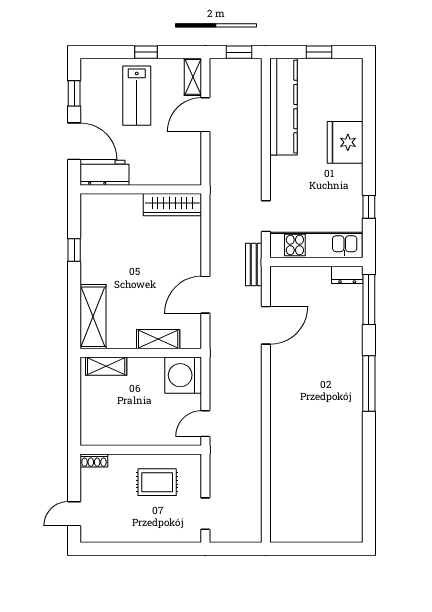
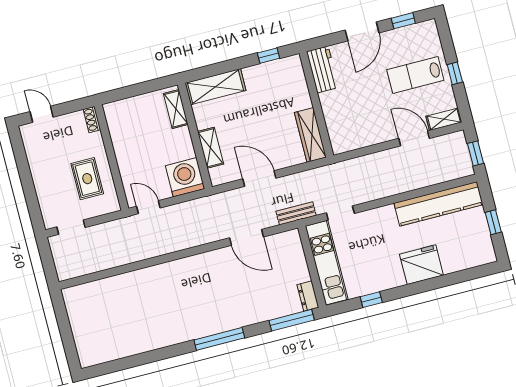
workbench: (105, 173) -> (323, 69), moved
wall: (141, 189) -> (316, 104), moved
wardrobe: (172, 205) -> (310, 135), moved

